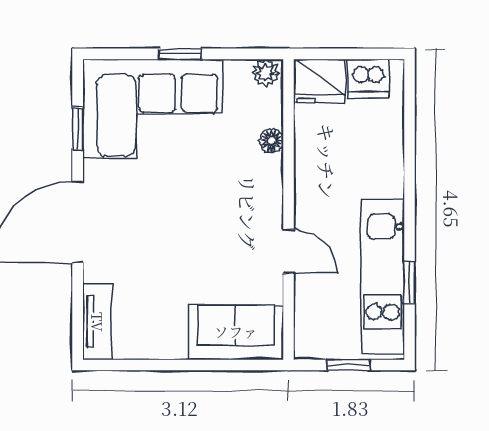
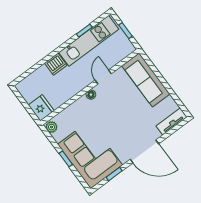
dishwasher: (368, 78) -> (56, 64), moved, turned 90
floor lamp: (271, 141) -> (91, 95), moved
sofa: (236, 332) -> (146, 80), width x1.36

